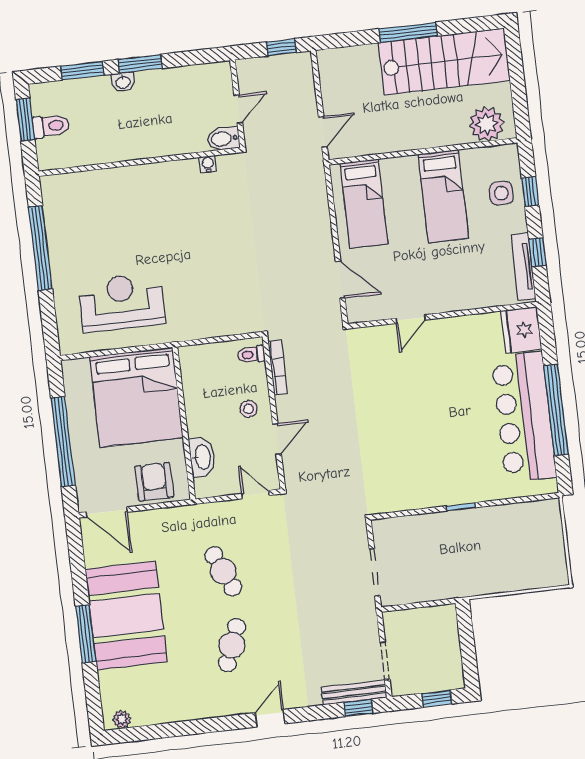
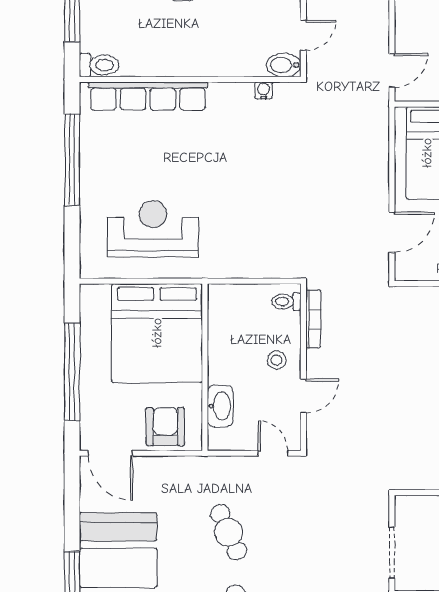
toilet: (51, 126) -> (99, 65), moved
row of seats: (103, 182) -> (148, 96), added
door: (340, 280) -> (392, 232), hinge flipped

